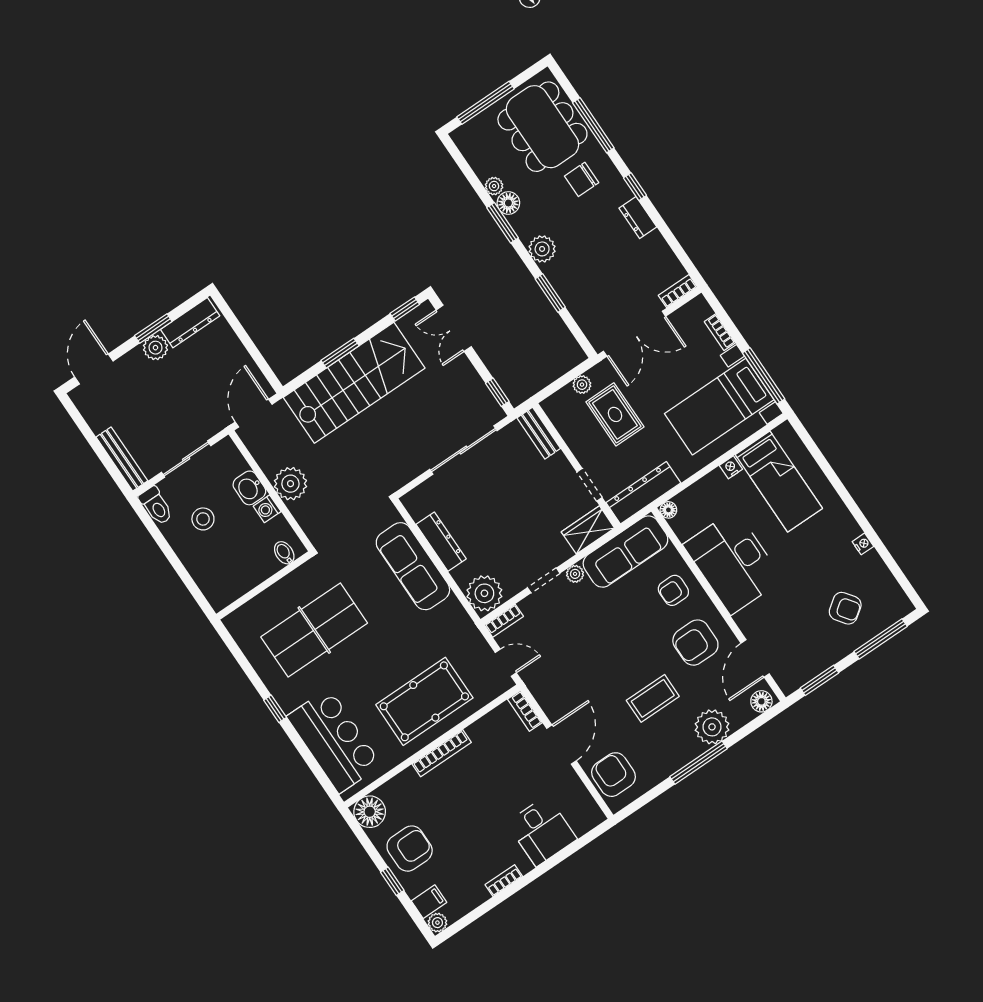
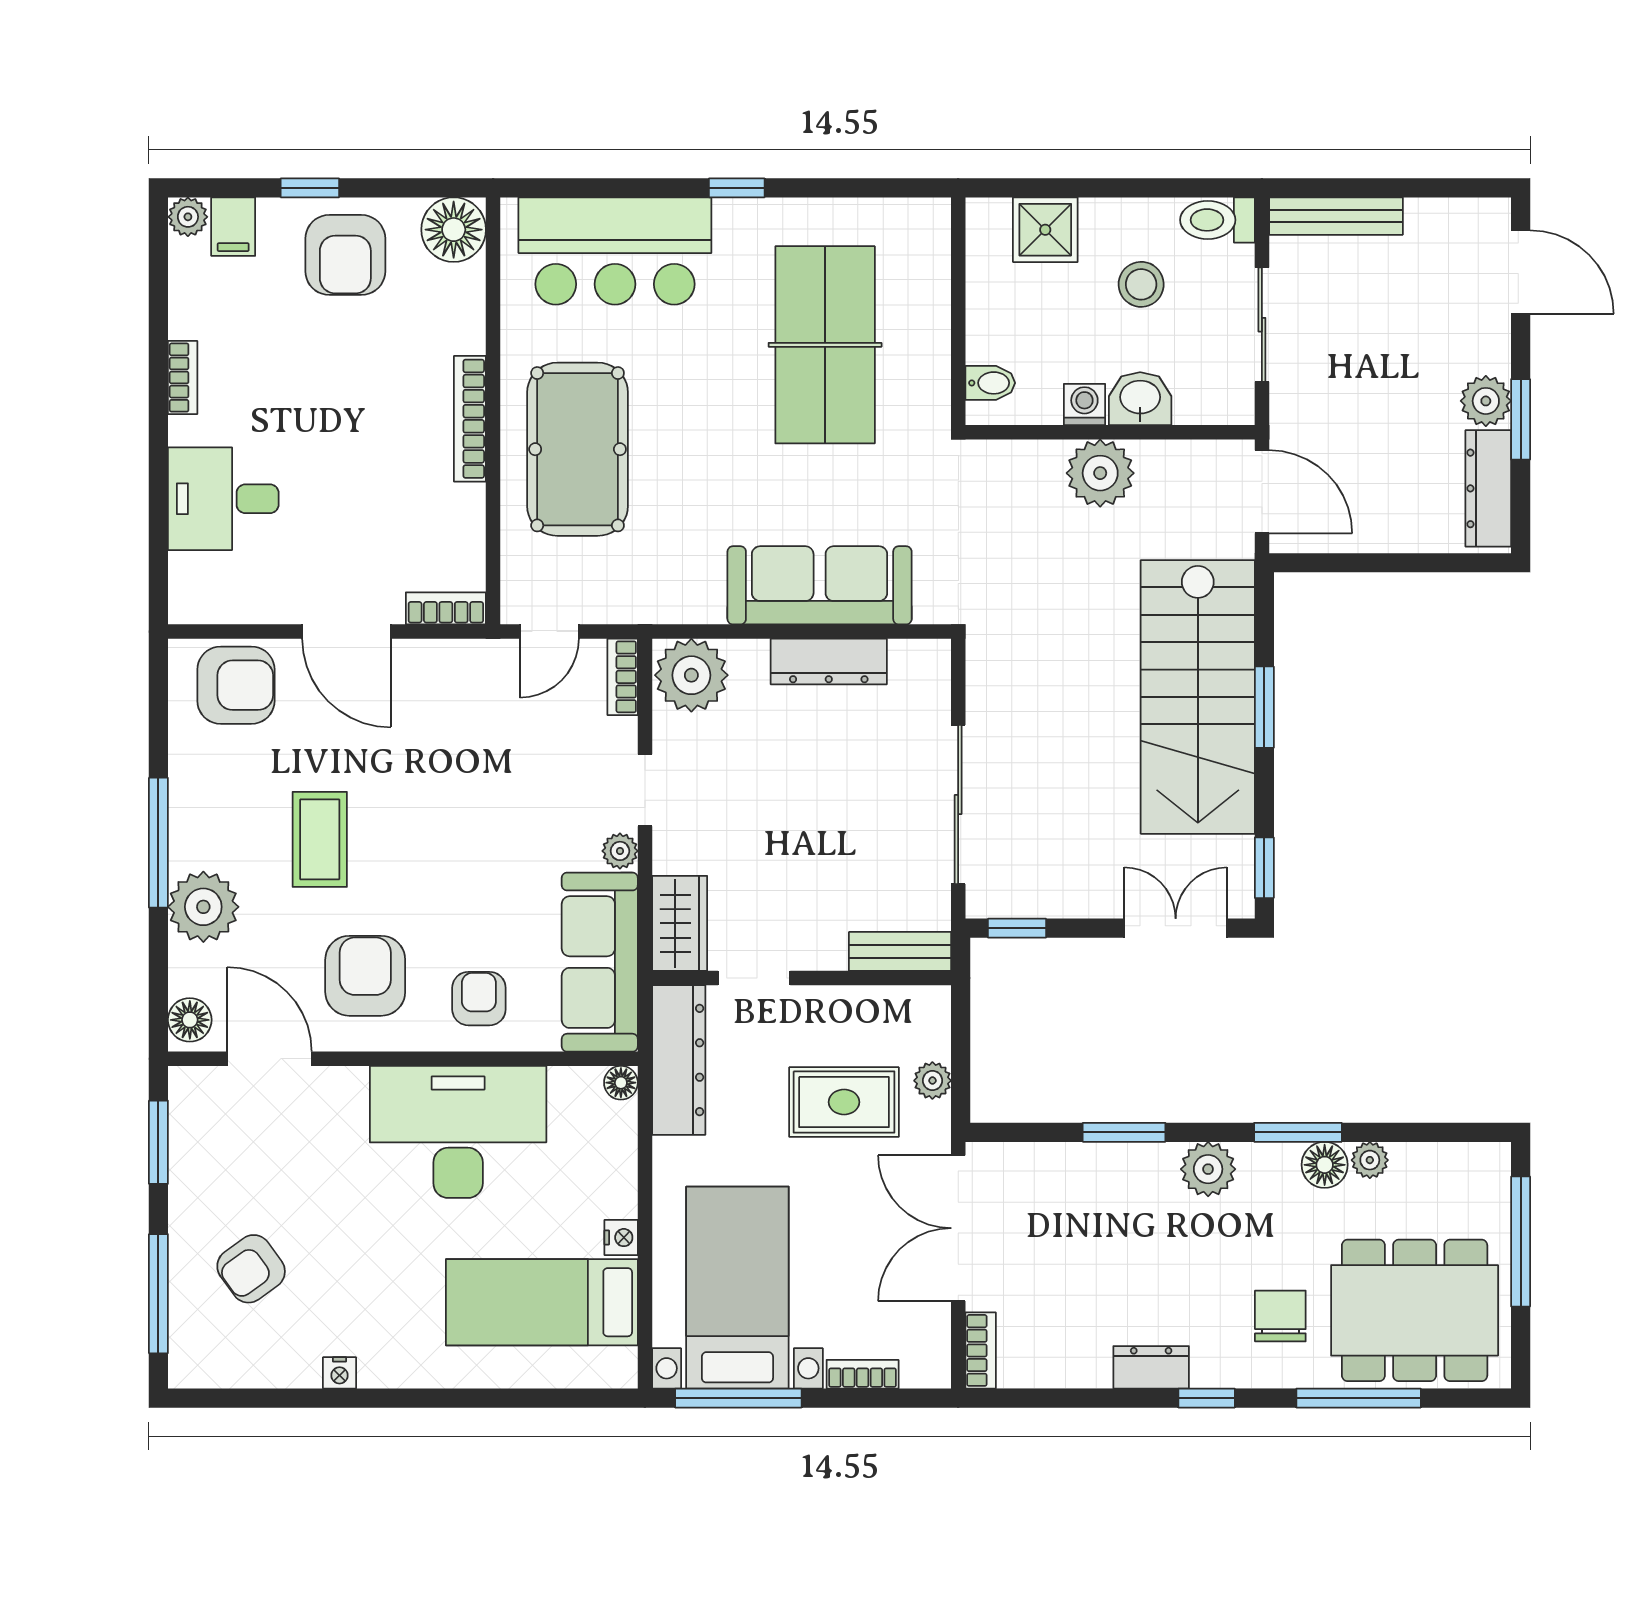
shower: (207, 573) -> (1045, 230), added

